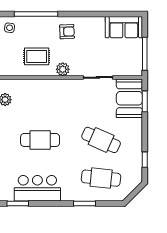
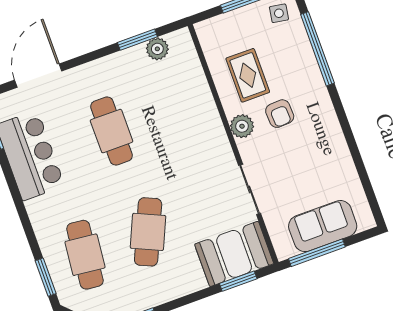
sofa: (124, 27) -> (323, 226), moved, turned 90
armchair: (67, 32) -> (280, 114), moved
window: (84, 203) -> (46, 277), moved

